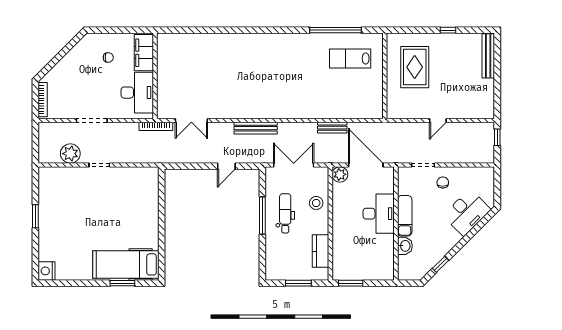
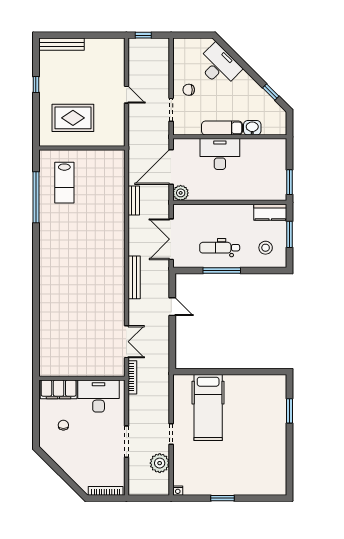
stool: (316, 203) -> (266, 248), moved
kitchen counter: (321, 251) -> (270, 212), moved
hospital bed: (126, 264) -> (208, 407), moved
nightstand: (47, 271) -> (178, 491), moved, width x0.53, depth x0.56

